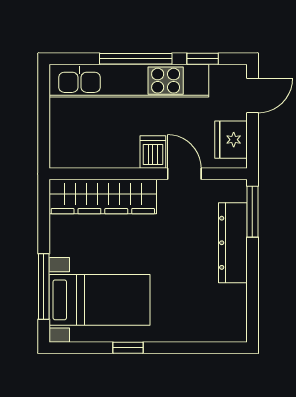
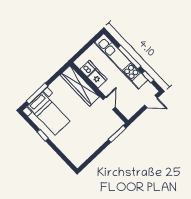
fridge: (231, 140) -> (97, 78), moved, turned 90
dishwasher: (153, 152) -> (88, 68), moved
dresser: (233, 243) -> (102, 137), removed

